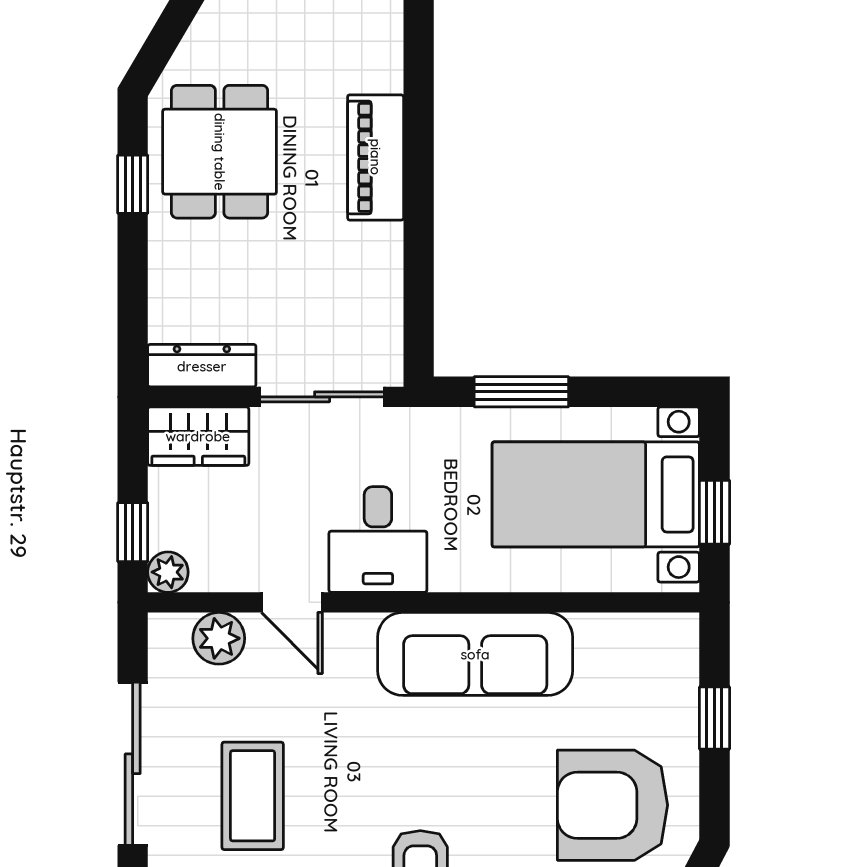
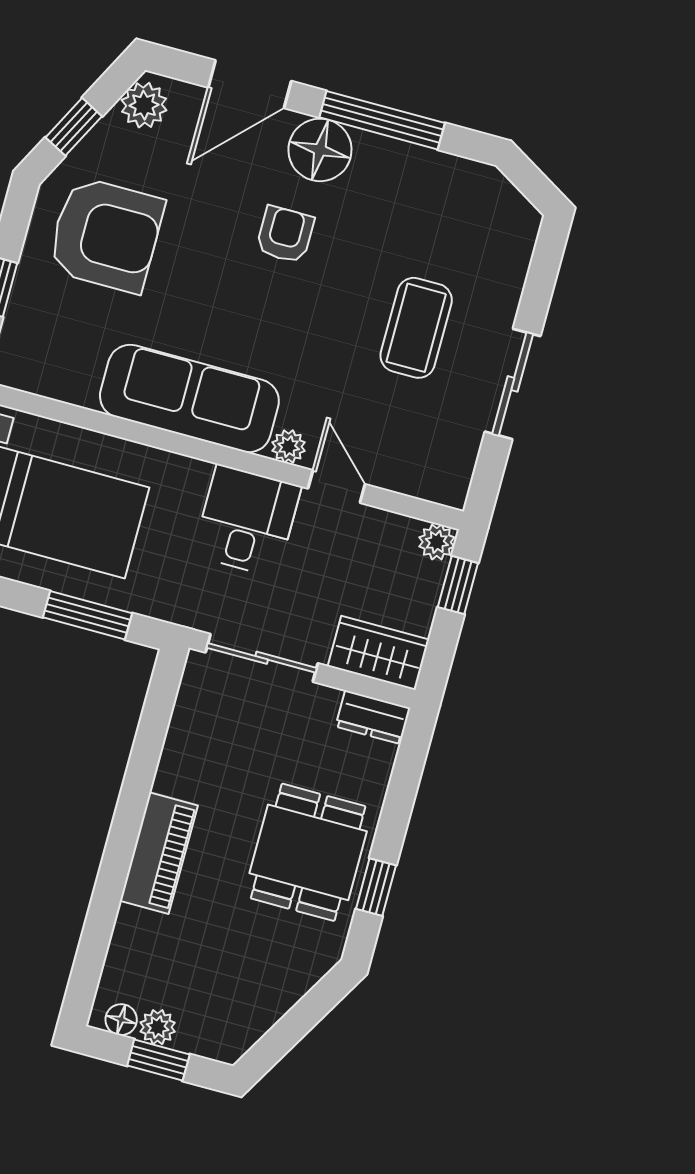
dining table: (220, 152) -> (308, 852), moved
dresser: (202, 366) -> (373, 717), width x0.70
plant: (219, 638) -> (289, 447), moved, width x0.73, depth x0.73
sliding door: (133, 764) -> (513, 384), width x0.73

